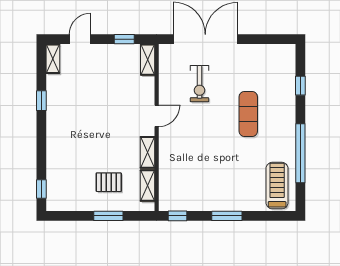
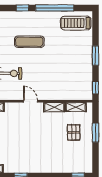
window: (300, 86) -> (22, 8), moved

